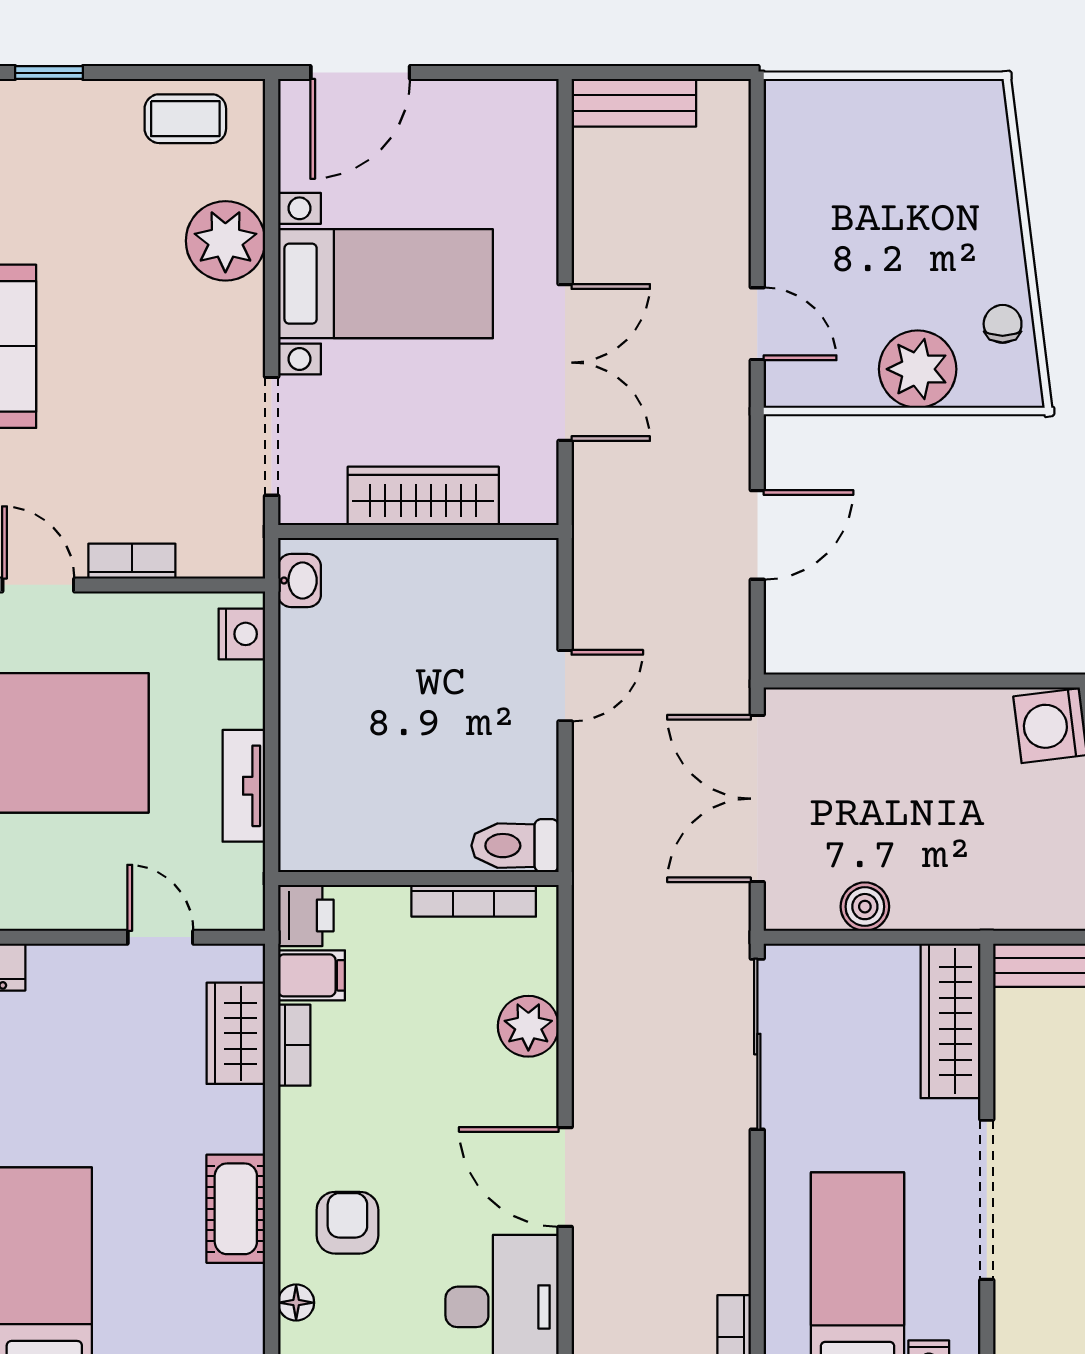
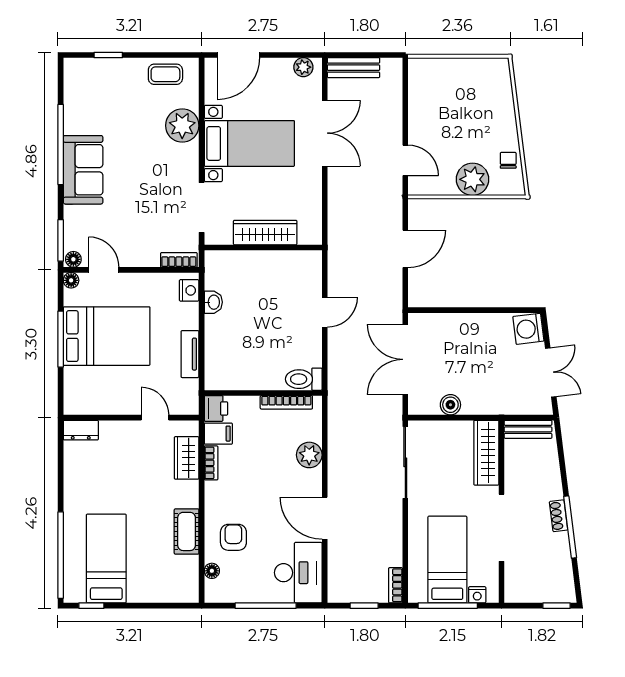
plant: (514, 102) -> (303, 67), added
double door: (565, 363) -> (325, 133), moved
bookcase: (132, 561) -> (179, 260), moved
washbasin: (299, 581) -> (213, 302), moved

